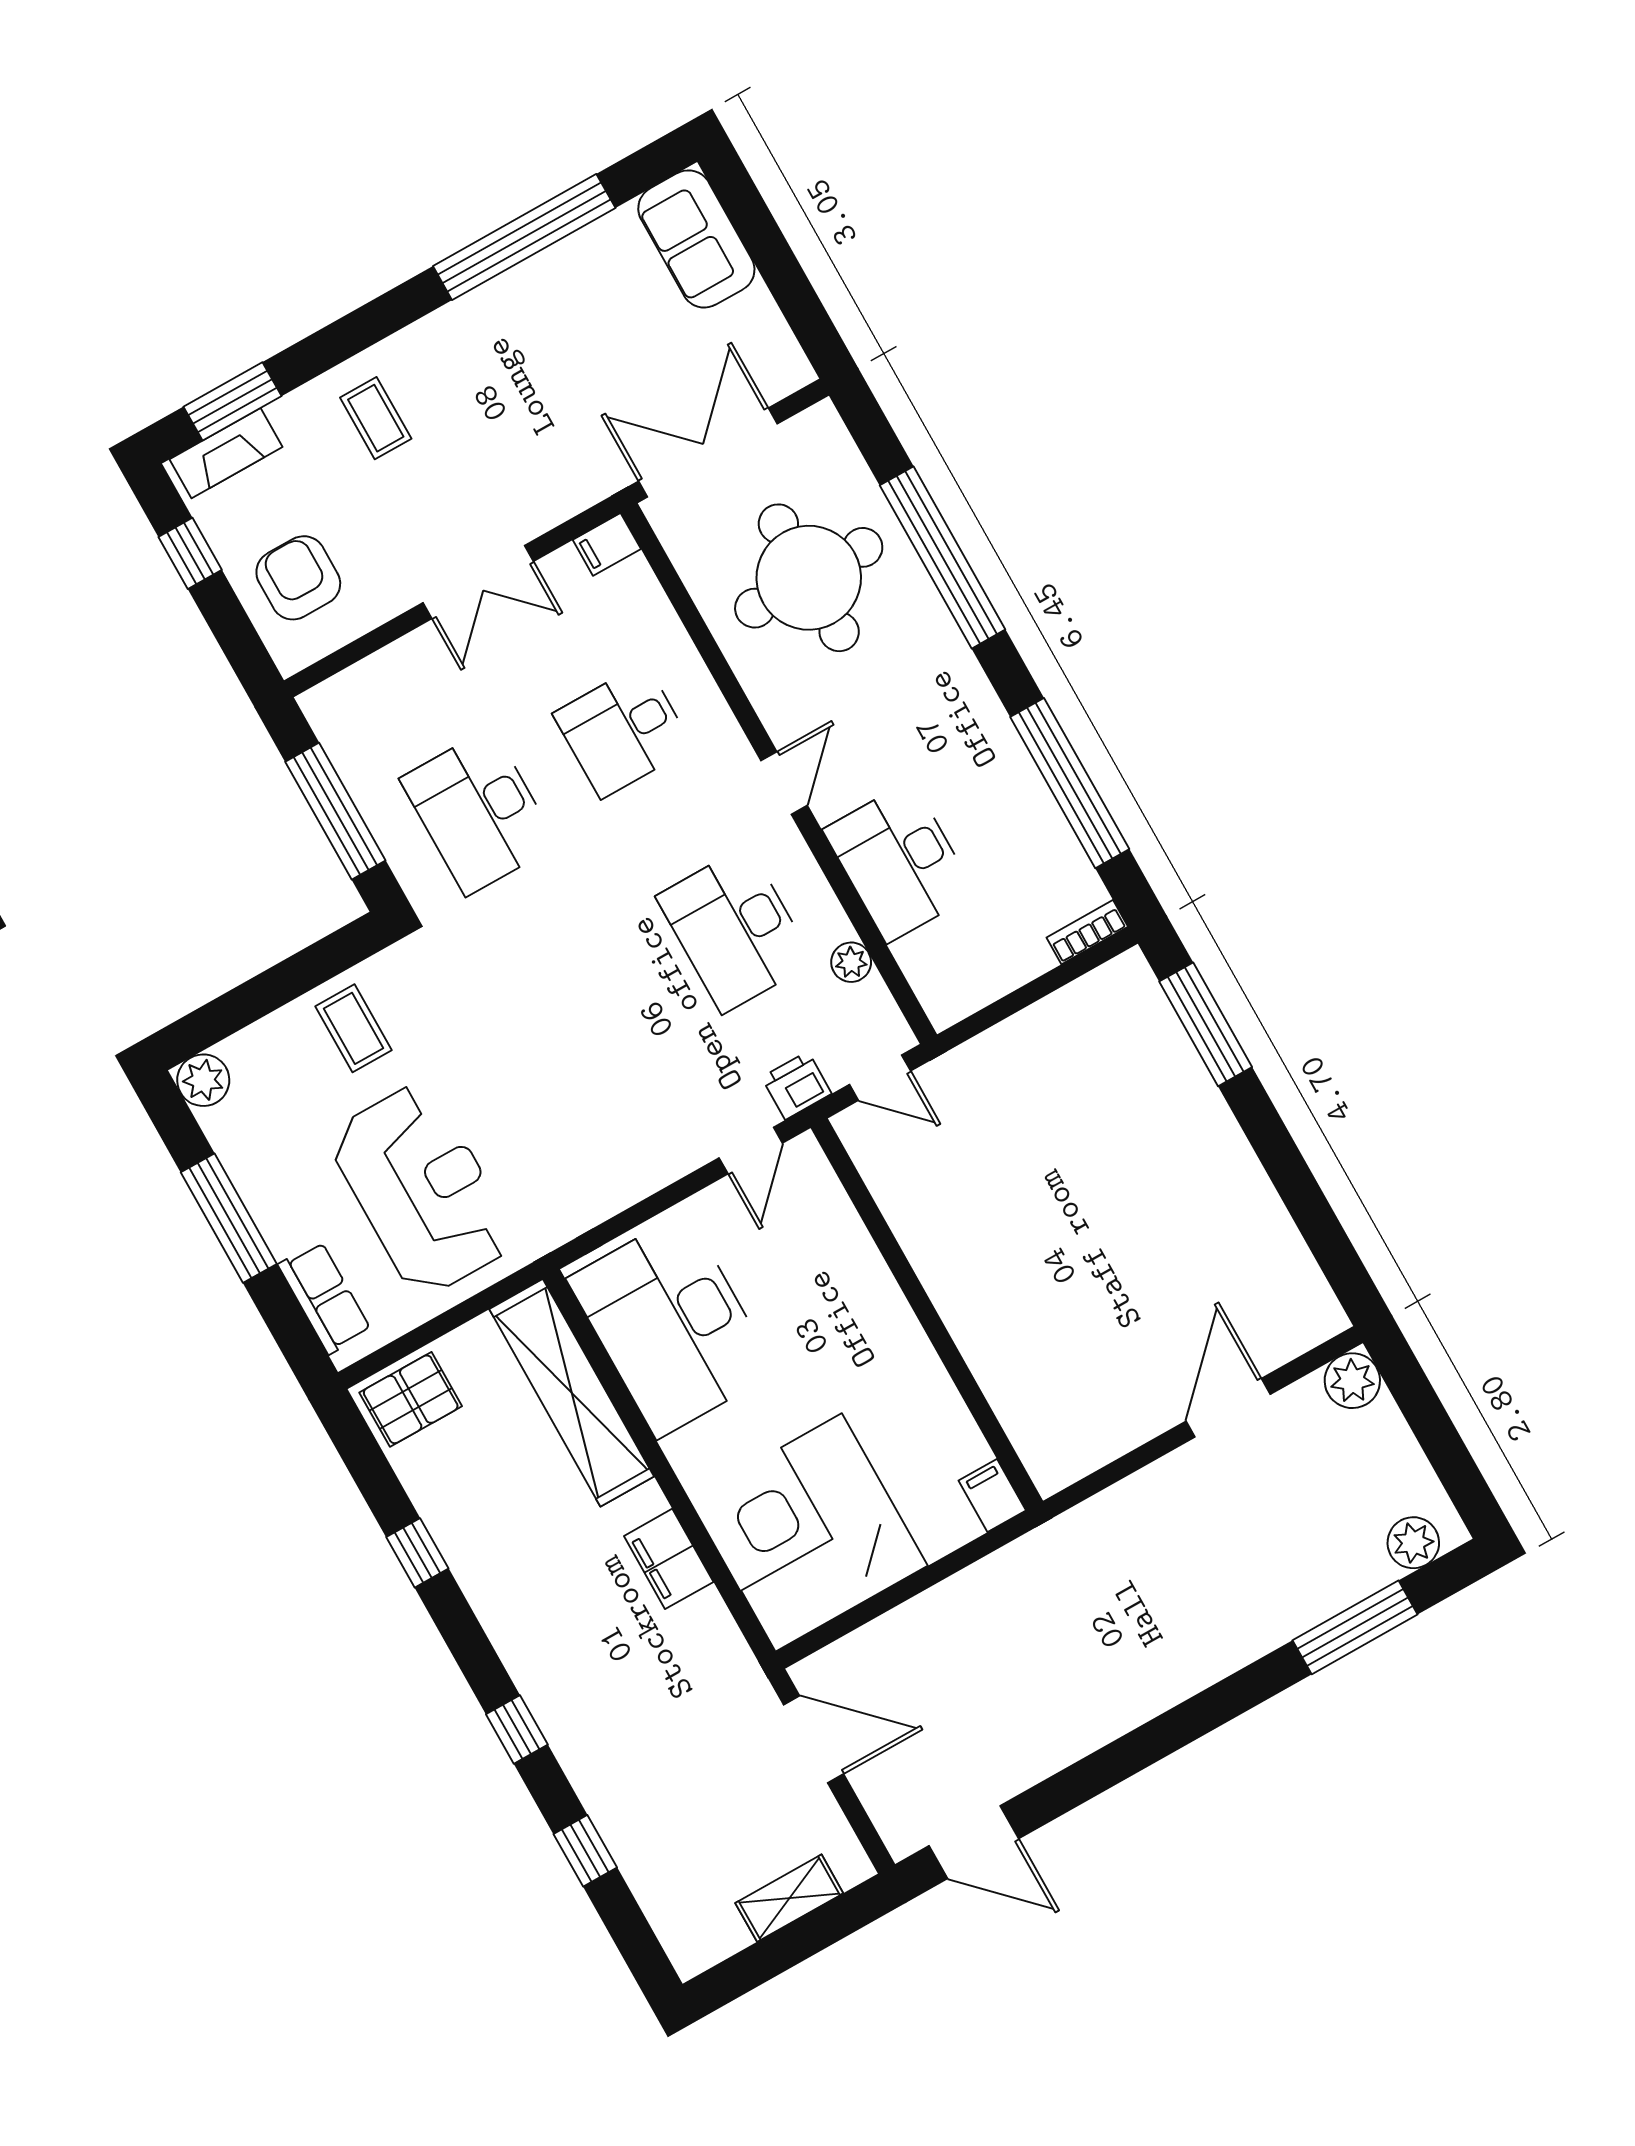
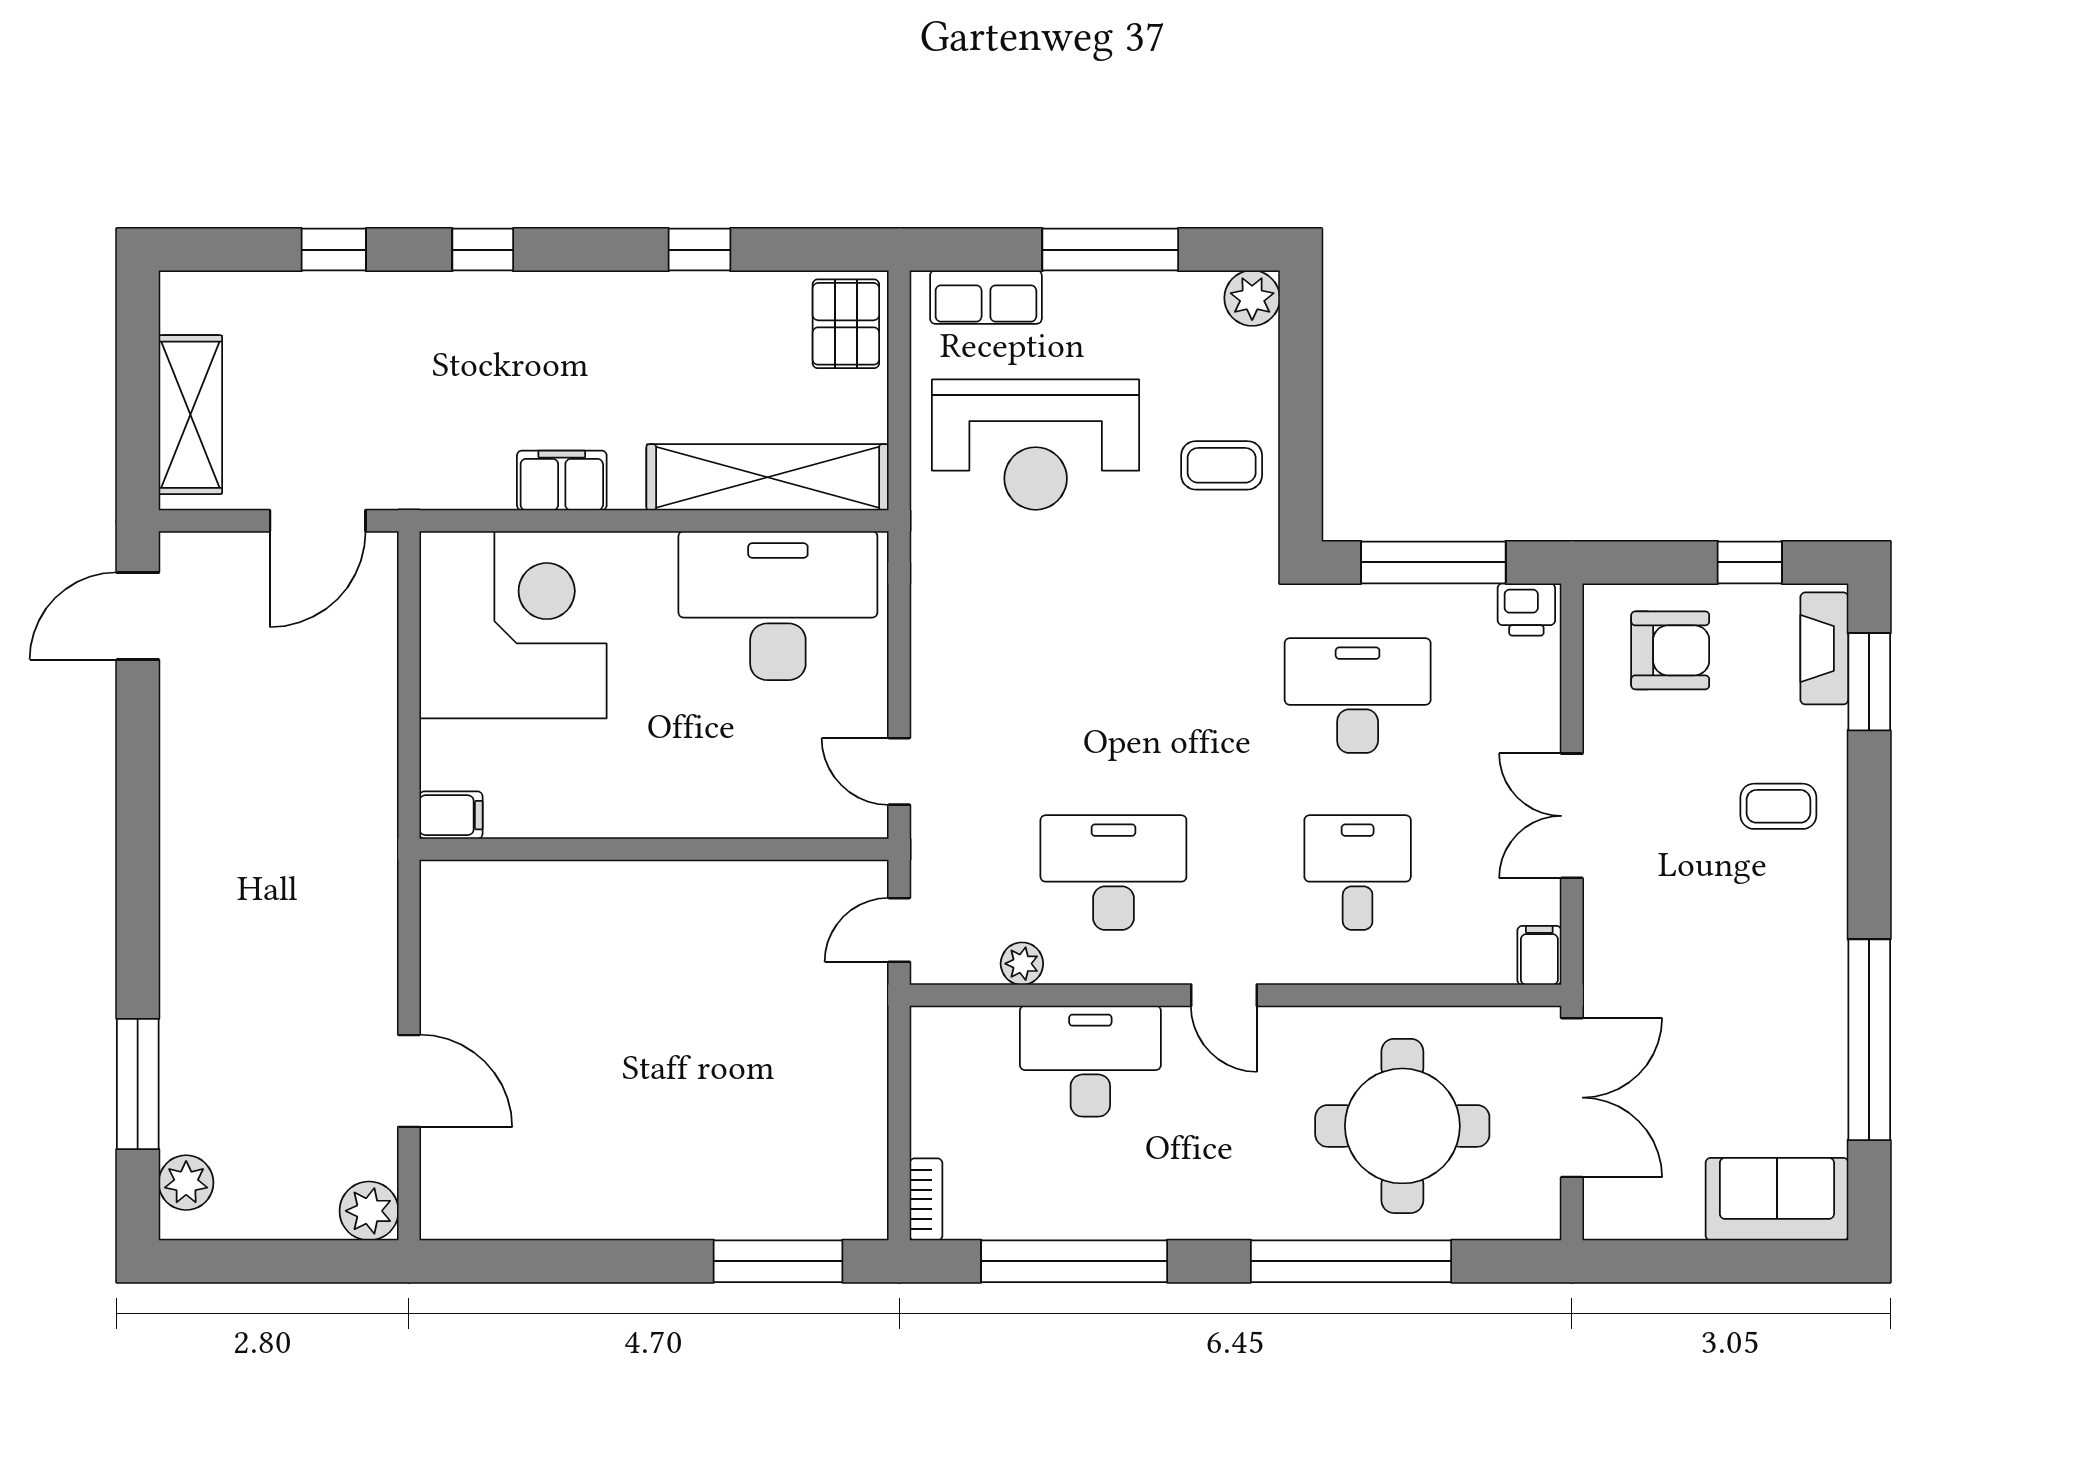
printer: (797, 1085) -> (1526, 609), moved, turned 90
shelving: (789, 1898) -> (190, 415), width x1.50, depth x1.33

